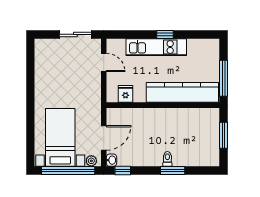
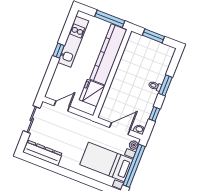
kitchen unit: (156, 47) -> (73, 42), moved
dresser: (42, 62) -> (43, 153), added
fridge: (125, 94) -> (92, 93), width x1.88, depth x1.34
door: (104, 138) -> (120, 129), hinge flipped
window: (123, 170) -> (154, 114), moved

